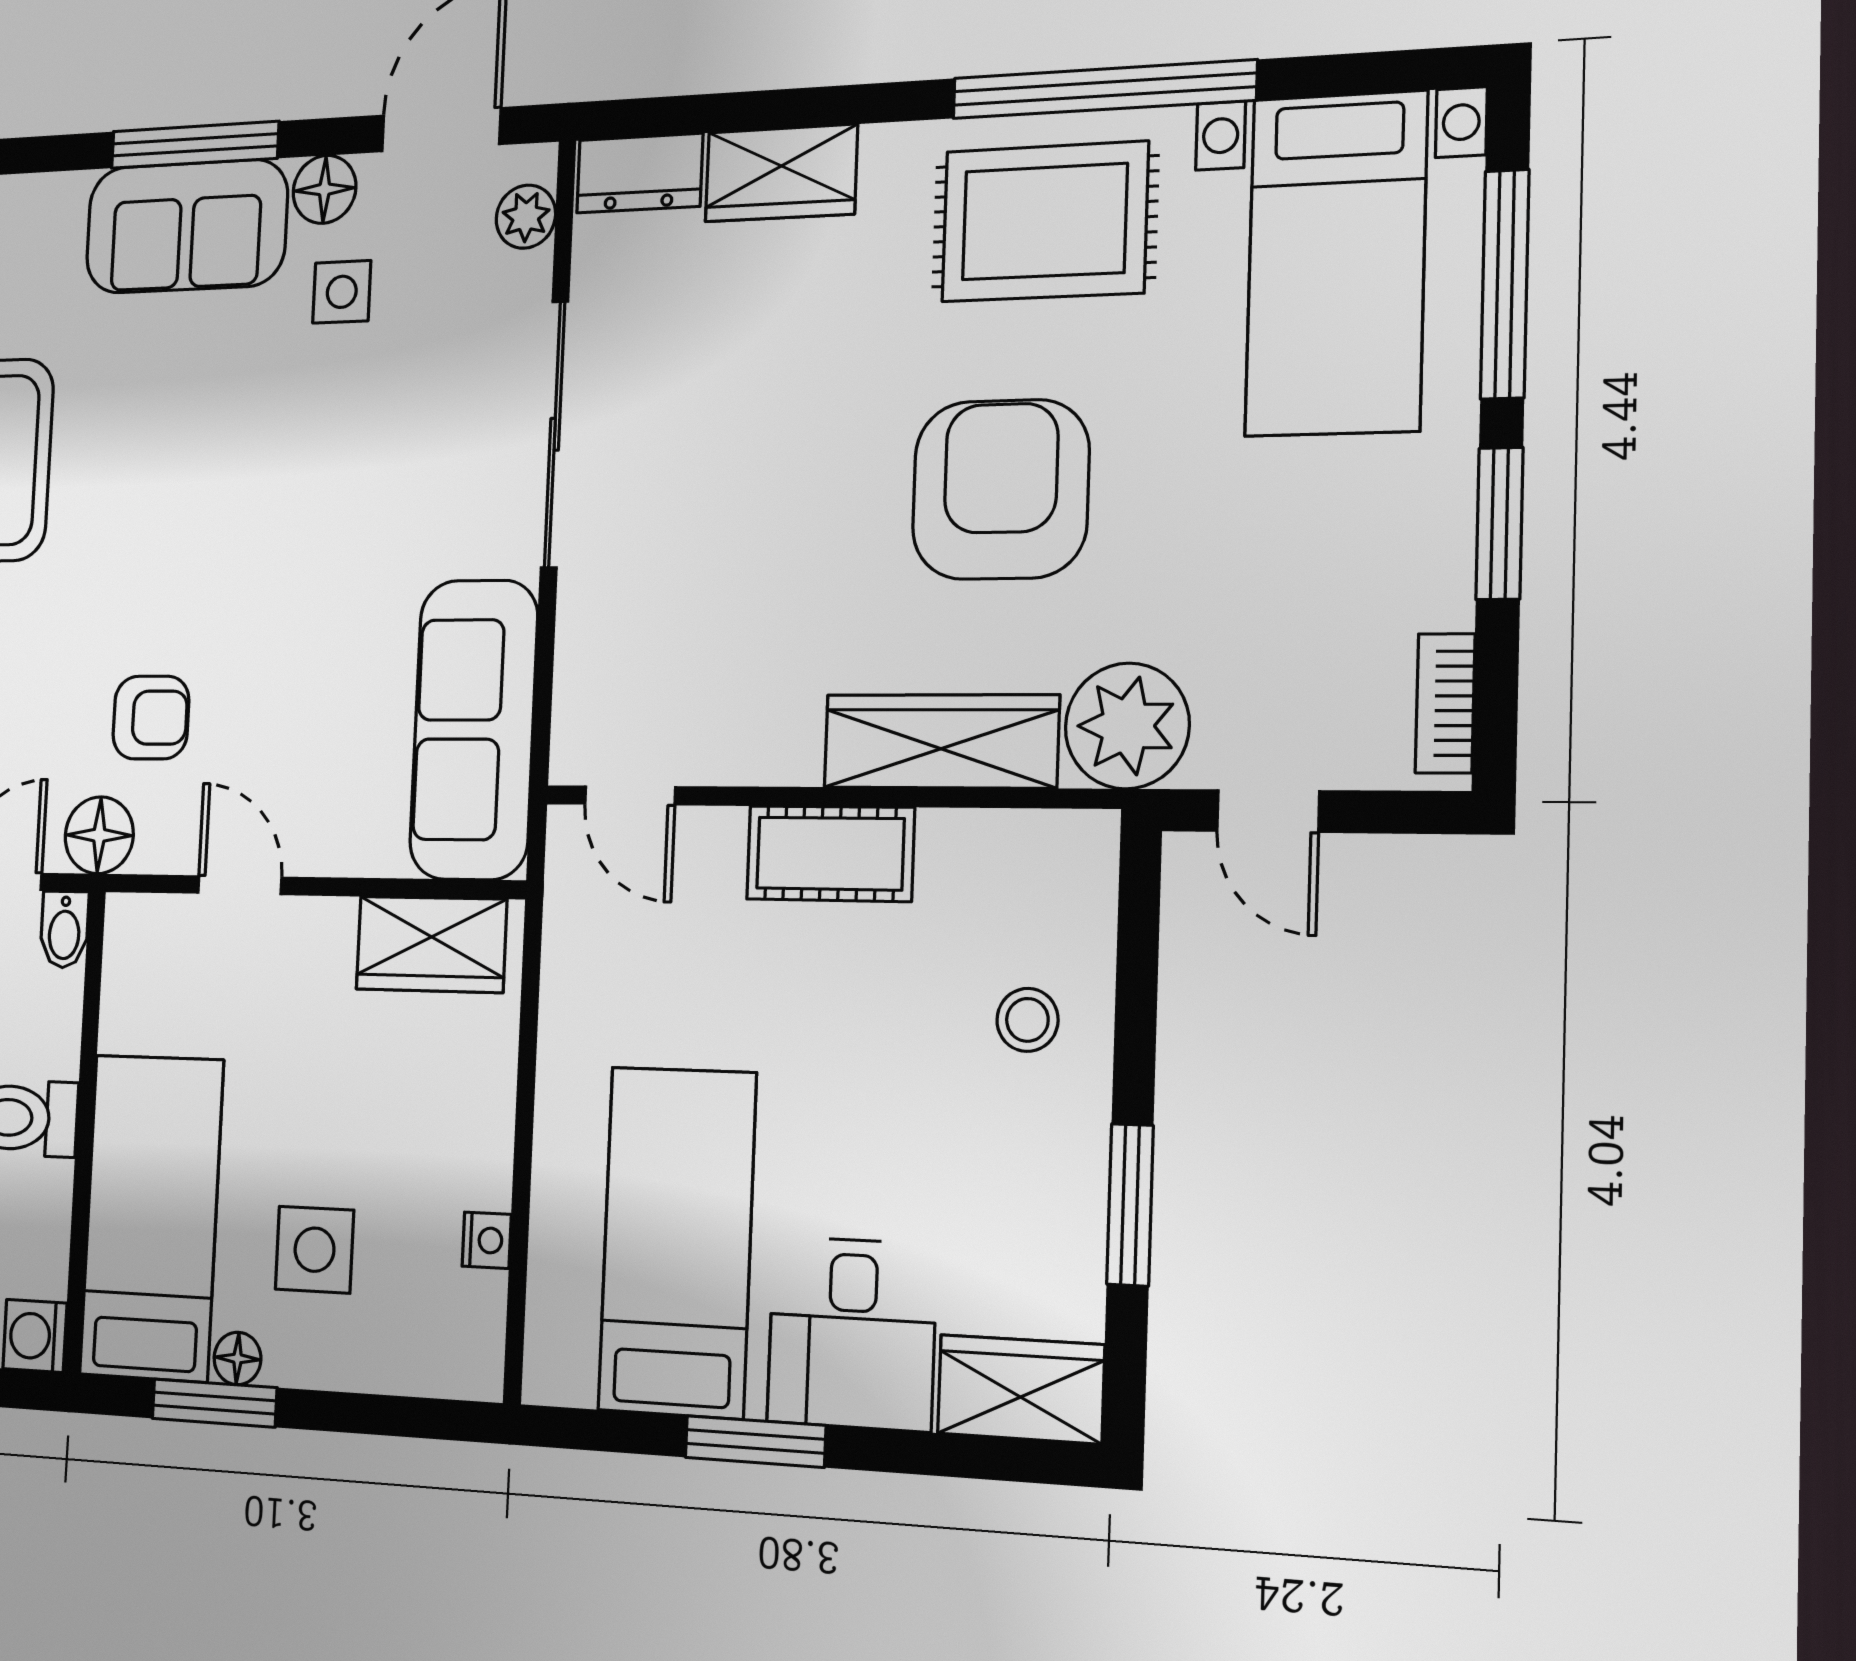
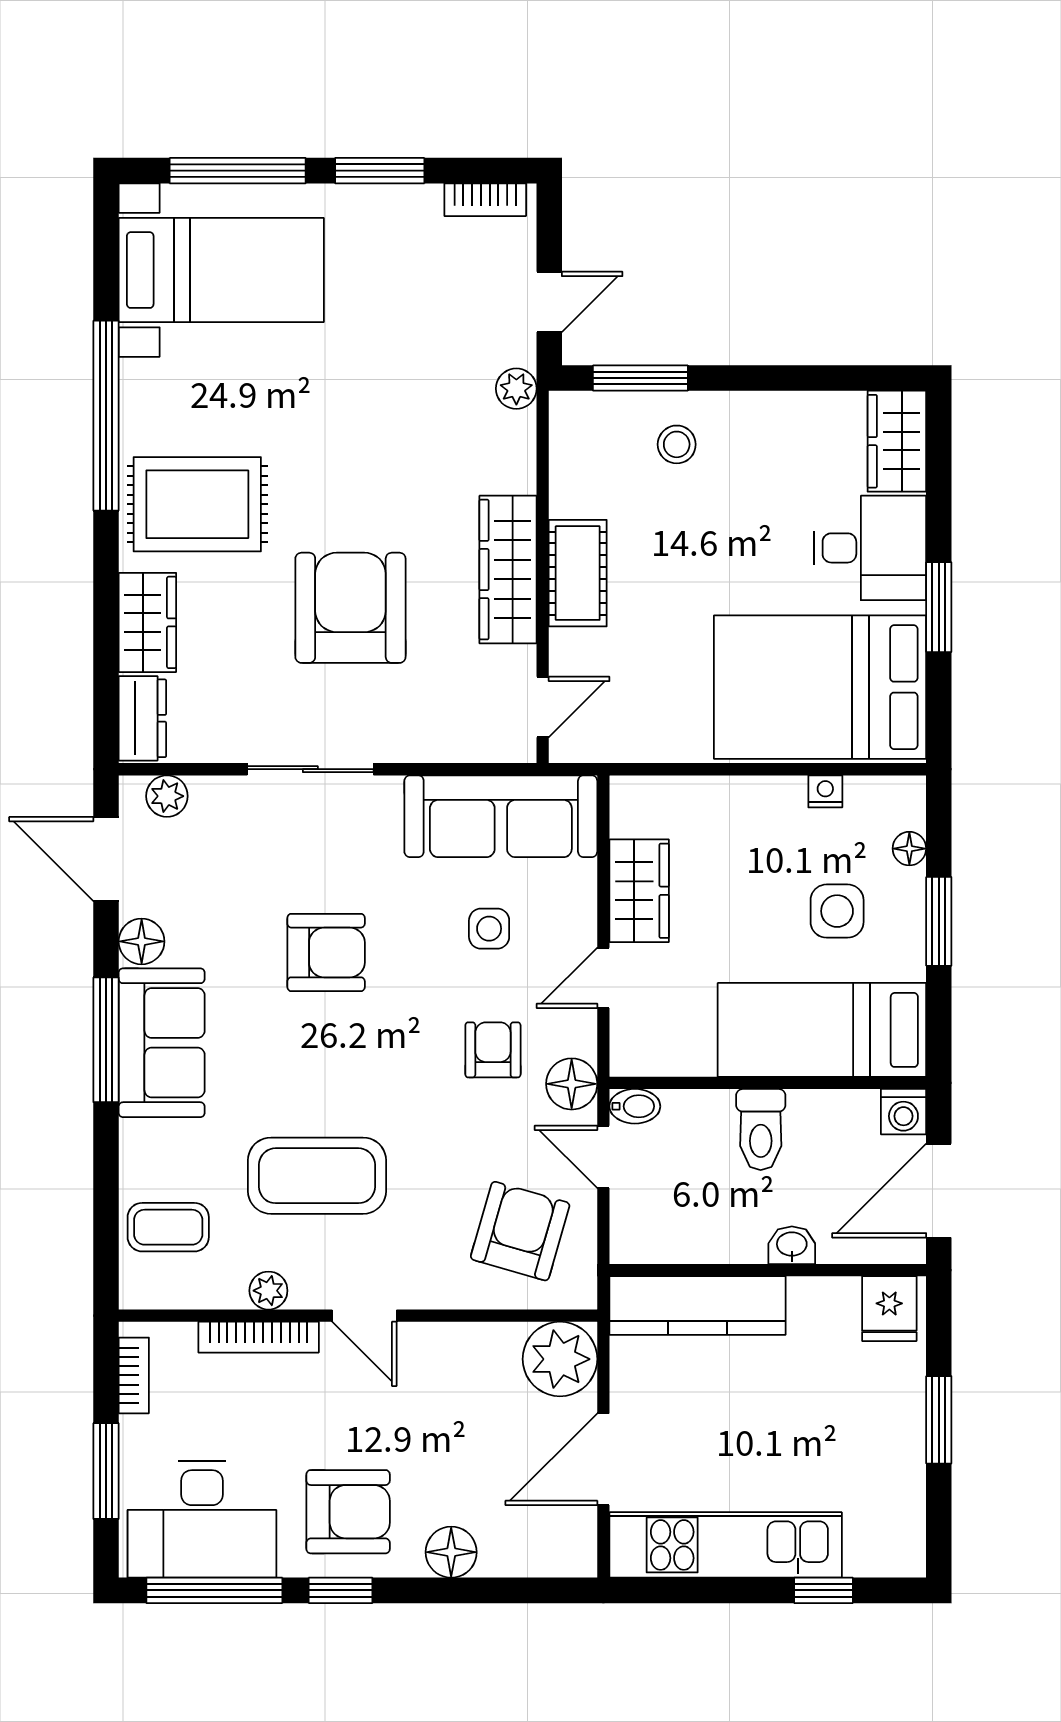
rug: (1045, 222) -> (197, 504), moved, turned 90
side table: (342, 292) -> (489, 929), moved
sliding door: (555, 434) -> (310, 769), width x0.73
armchair: (296, 465) -> (326, 952), added
armchair: (1001, 490) -> (350, 608), moved, turned 90
plant: (1127, 726) -> (516, 389), width x0.53, depth x0.53
wardrobe: (941, 741) -> (508, 570), moved
wardrobe: (431, 944) -> (639, 891), moved
window: (1130, 1205) -> (640, 378), moved
bed: (677, 1242) -> (820, 687), width x1.50
floor lamp: (237, 1358) -> (909, 849), moved
window: (214, 1403) -> (939, 921), moved

